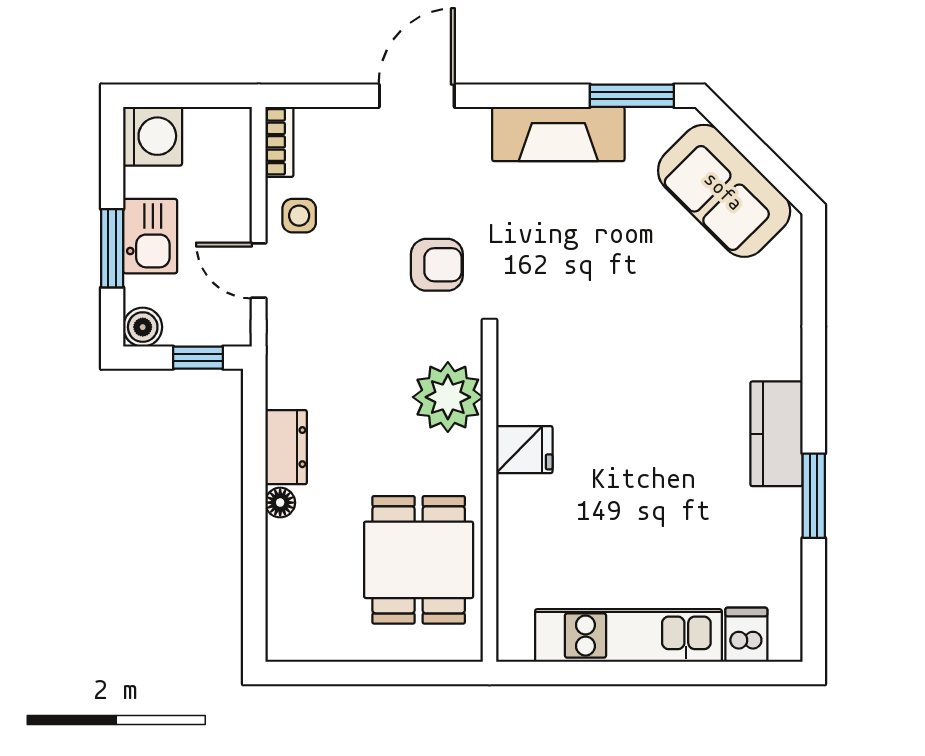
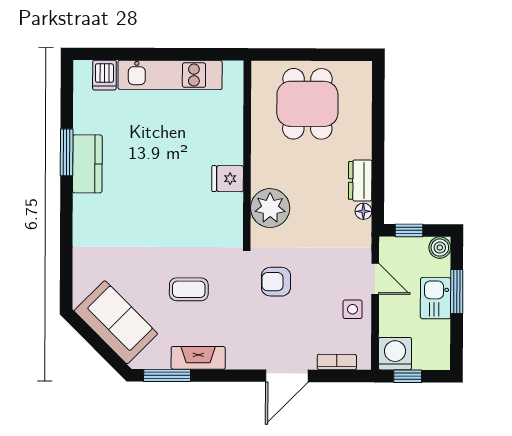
window: (200, 96) -> (408, 376), added
fireplace: (558, 134) -> (198, 358), width x0.73, depth x0.76
washing machine: (153, 136) -> (395, 354), moved, turned 90
bookcase: (279, 142) -> (337, 362), moved, turned 90
coffee table: (593, 251) -> (189, 289), added
kitchen counter: (776, 434) -> (87, 164), moved
floor lamp: (280, 503) -> (363, 211), moved
dining table: (419, 560) -> (307, 104), moved

